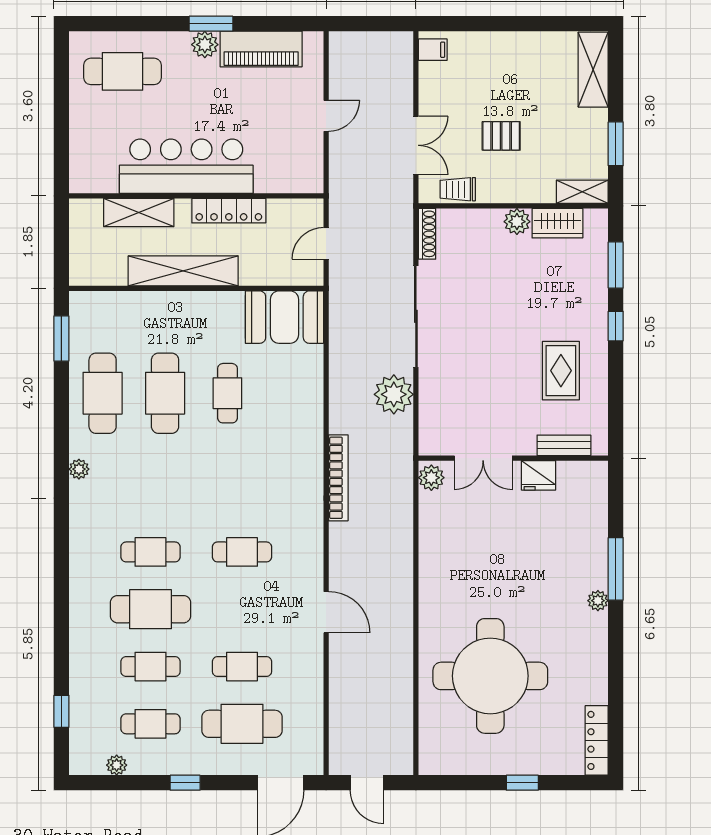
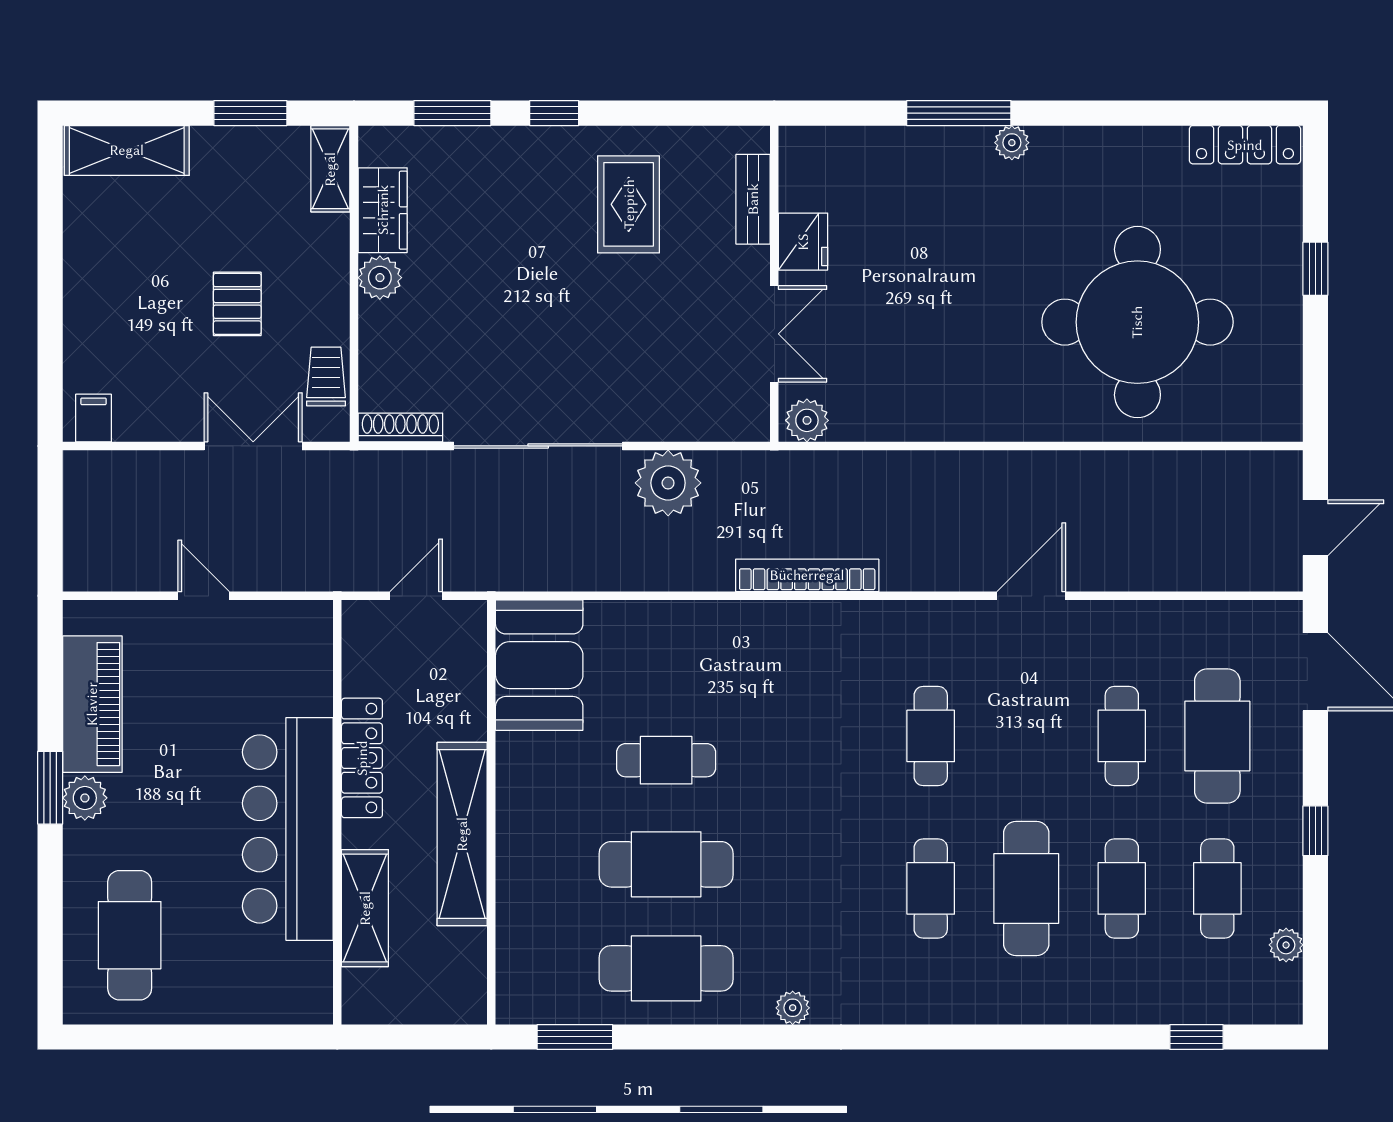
trolley: (458, 189) -> (326, 376), turned 180
door: (326, 243) -> (416, 596), swing flipped
rug: (561, 371) -> (629, 204), turned 90

